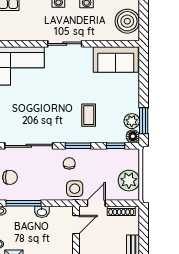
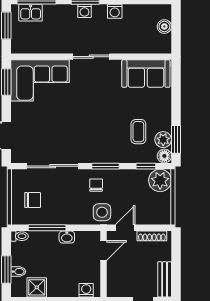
boiler: (127, 21) -> (164, 27), width x0.54, depth x0.54
coffee table: (89, 115) -> (138, 132), moved
plant: (129, 181) -> (160, 180), moved

